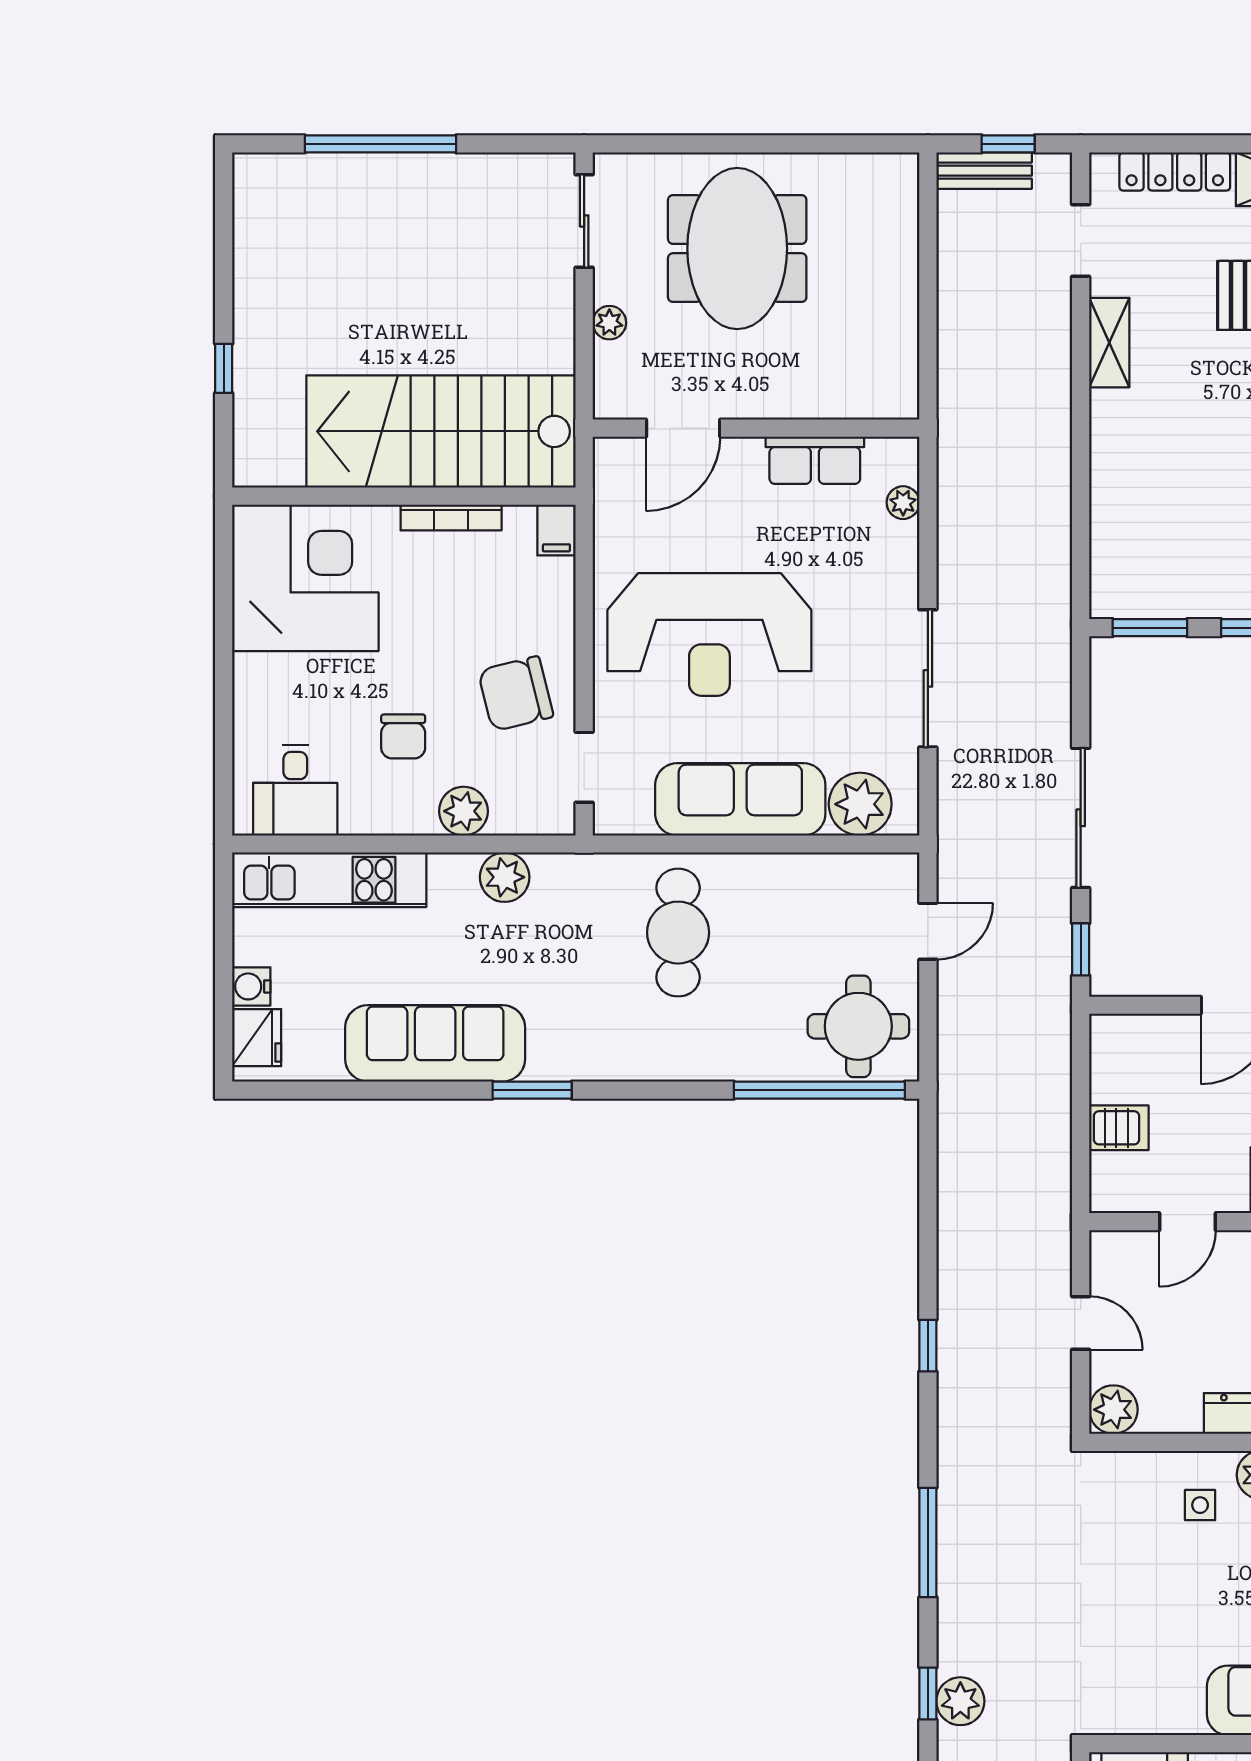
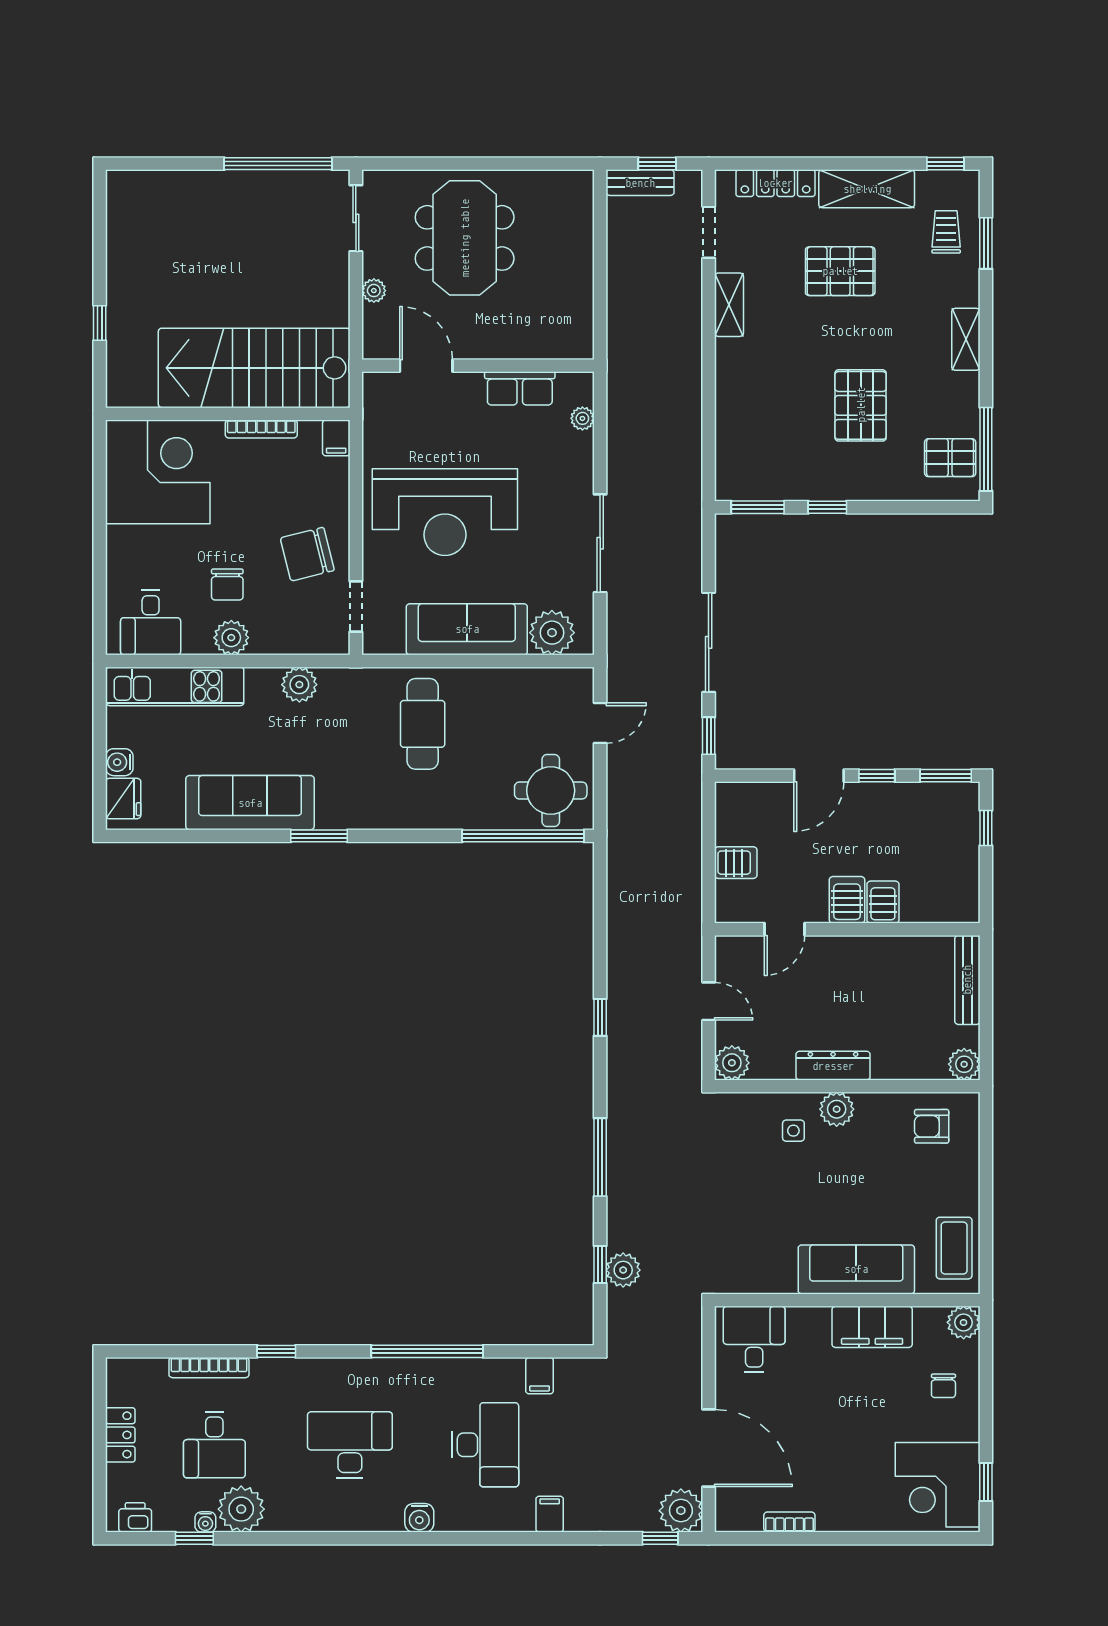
window: (381, 144) -> (278, 164), moved
door: (683, 428) -> (426, 366), swing flipped
plant: (463, 811) -> (231, 638), moved

